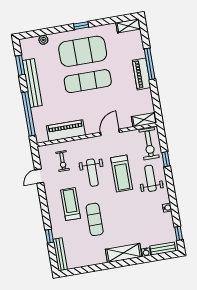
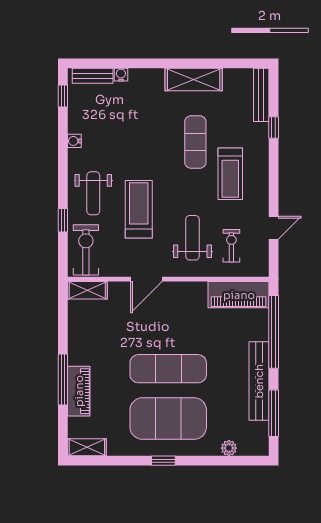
window: (20, 65) -> (274, 413), width x1.44
piano: (142, 74) -> (79, 391), moved
piano: (66, 130) -> (239, 295), moved
weight bench: (92, 173) -> (192, 238), moved
shelving: (124, 253) -> (194, 79), moved

